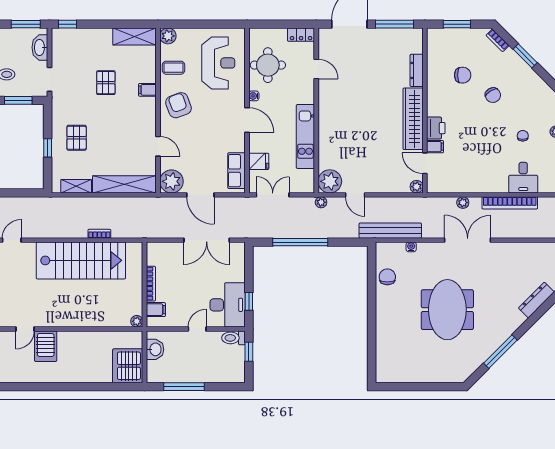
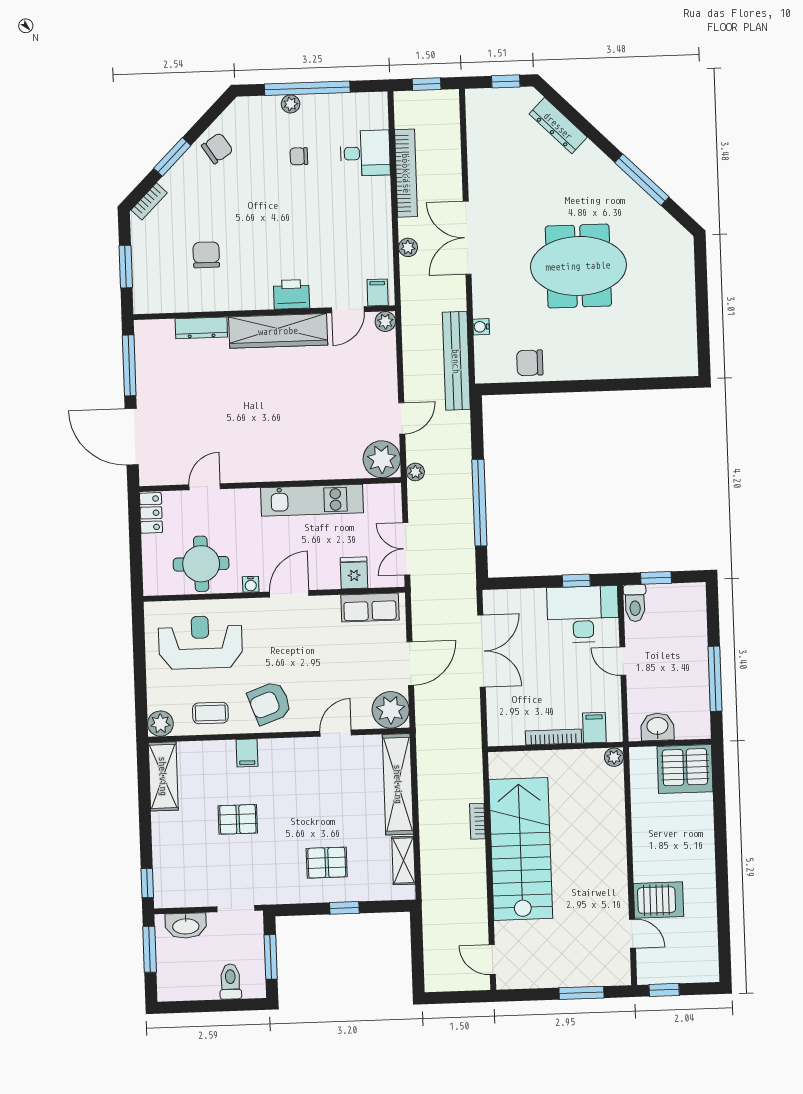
coffee table: (173, 68) -> (210, 713), turned 90
chair: (493, 95) -> (217, 148), moved
filing cabinet: (435, 147) -> (378, 292), moved

